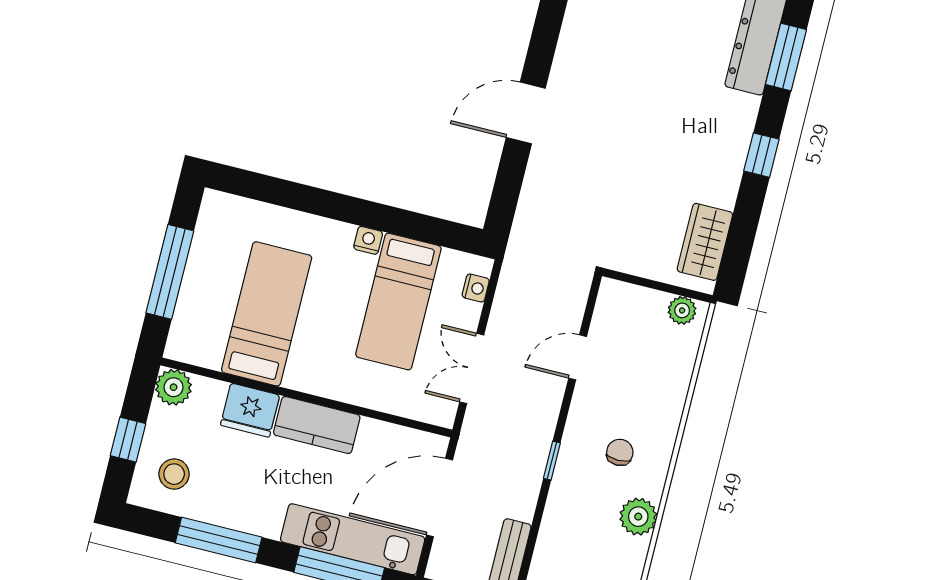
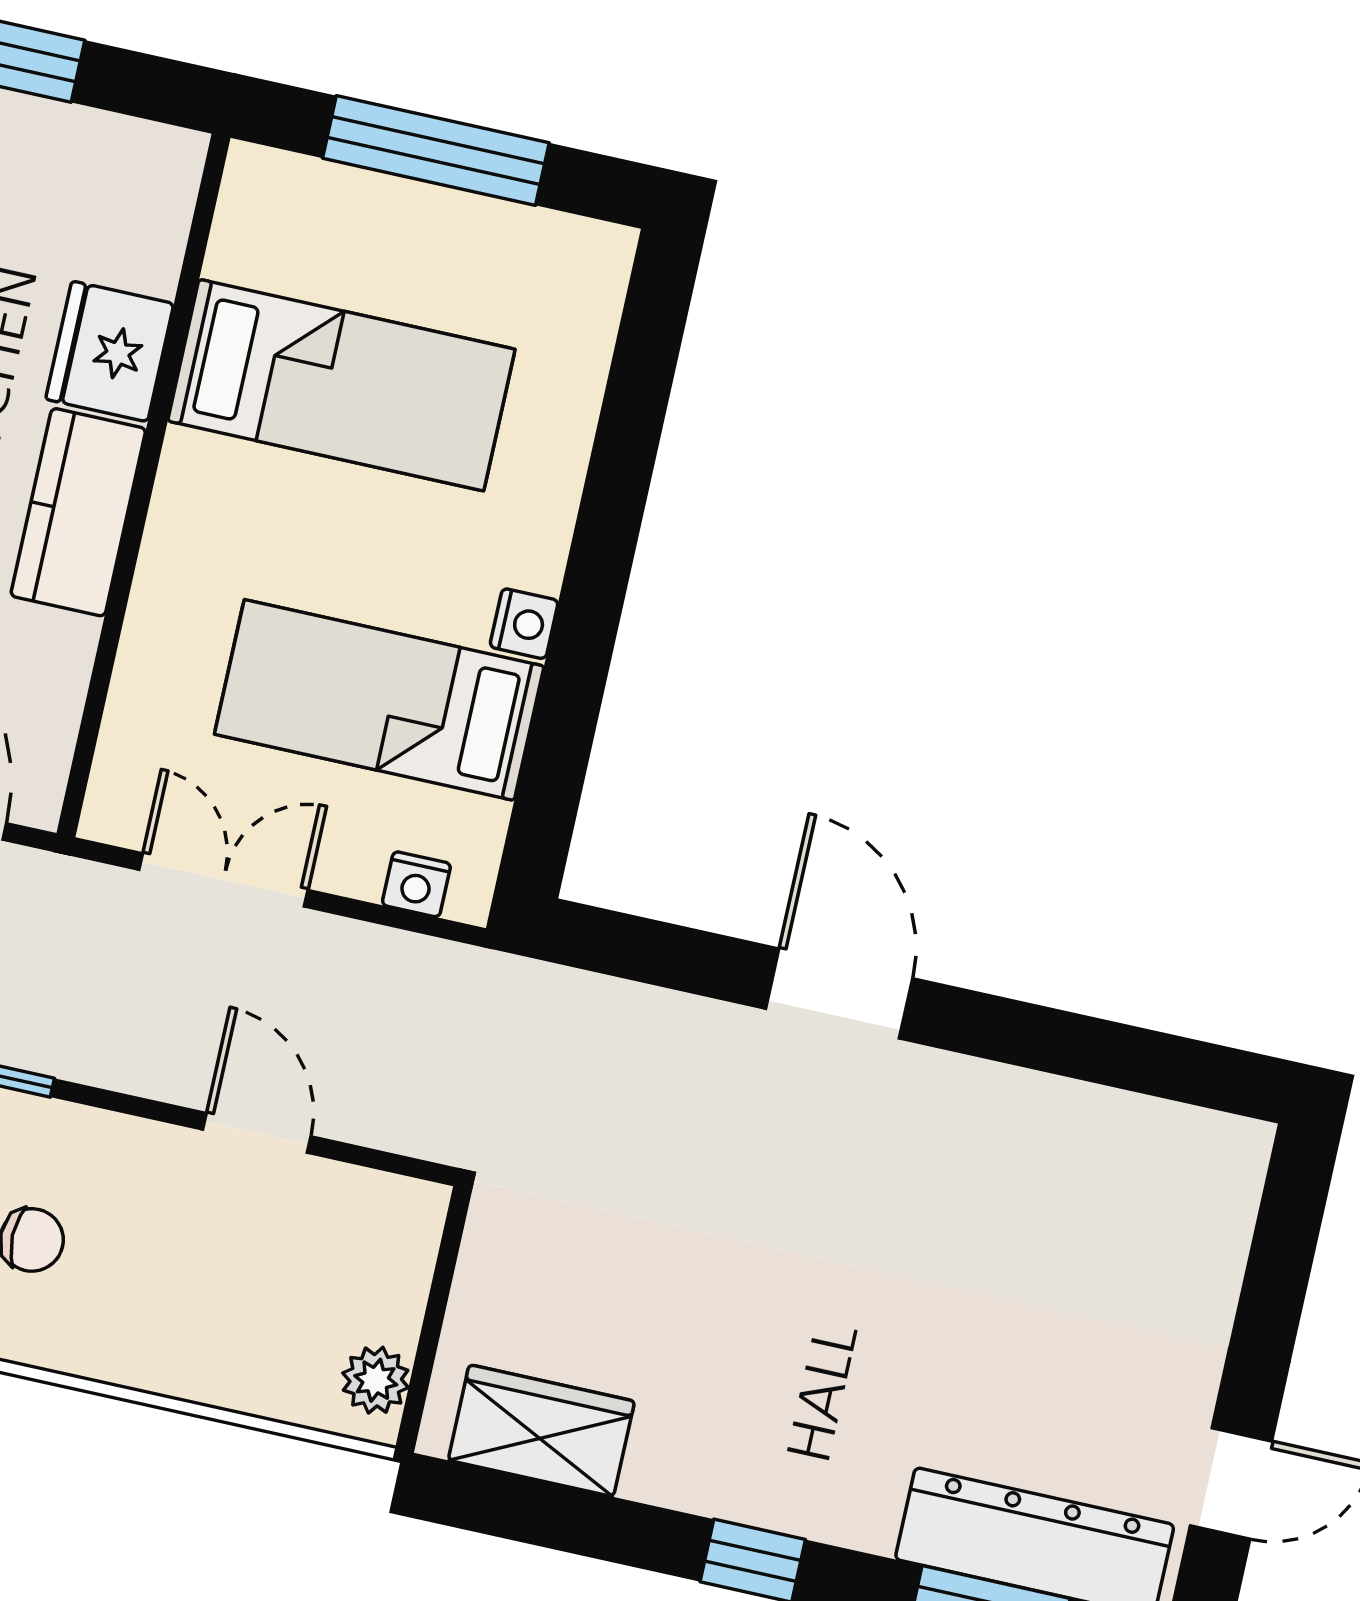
plant: (174, 387) -> (160, 167), removed

